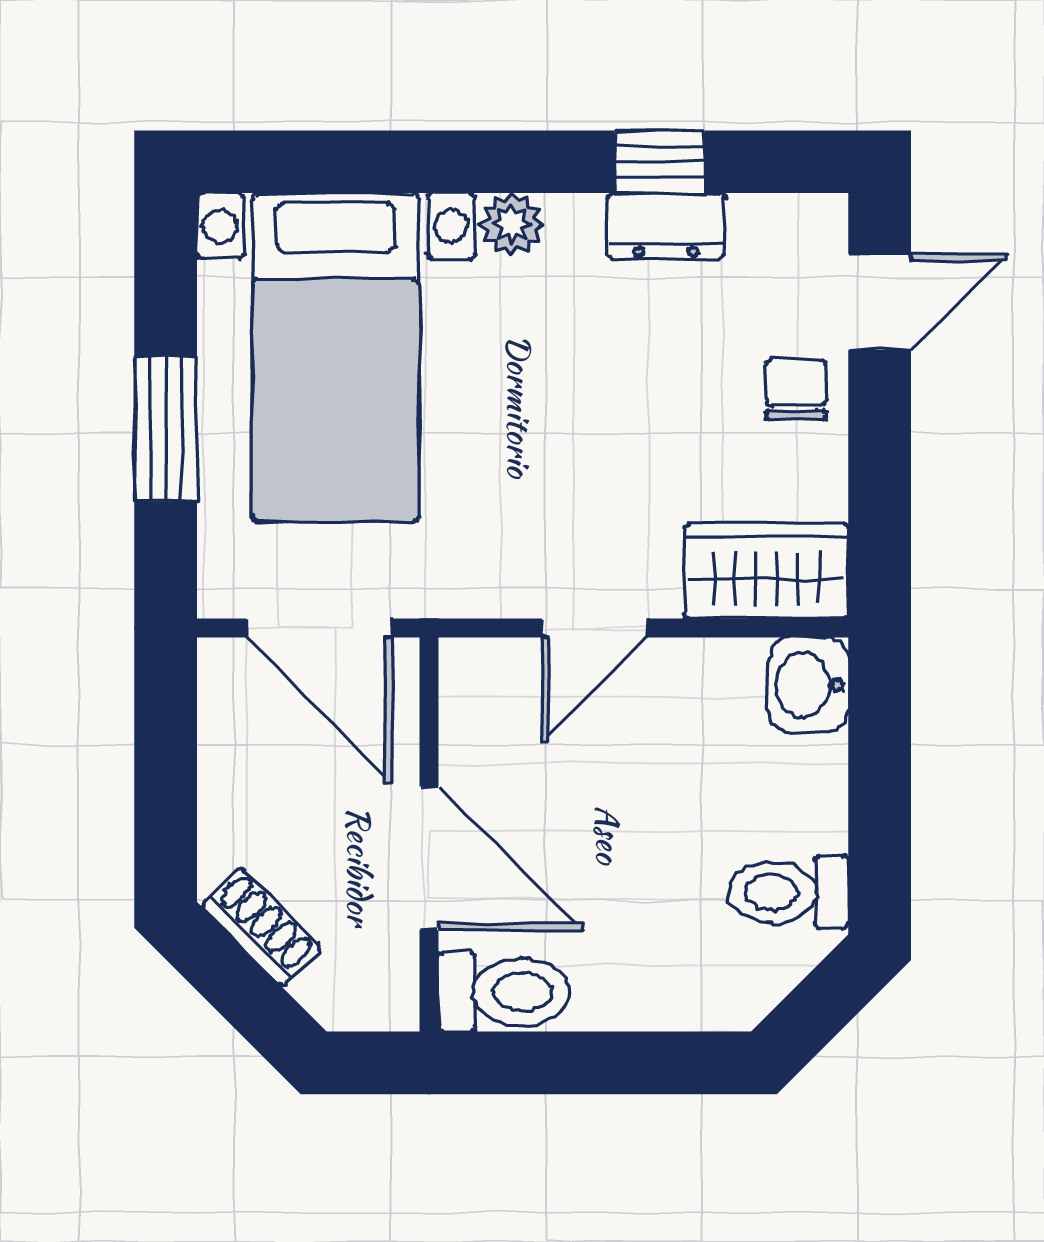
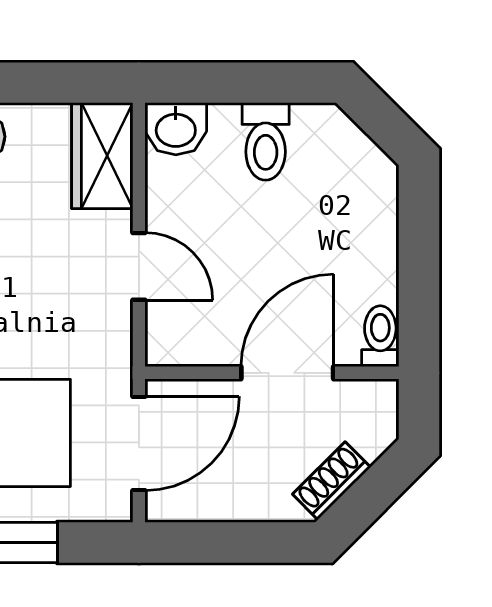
toilet: (788, 892) -> (266, 141), moved
toilet: (504, 992) -> (380, 336), width x0.73, depth x0.72

